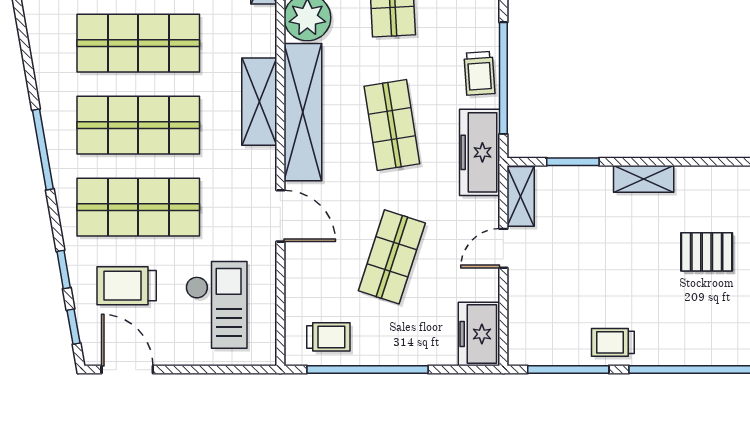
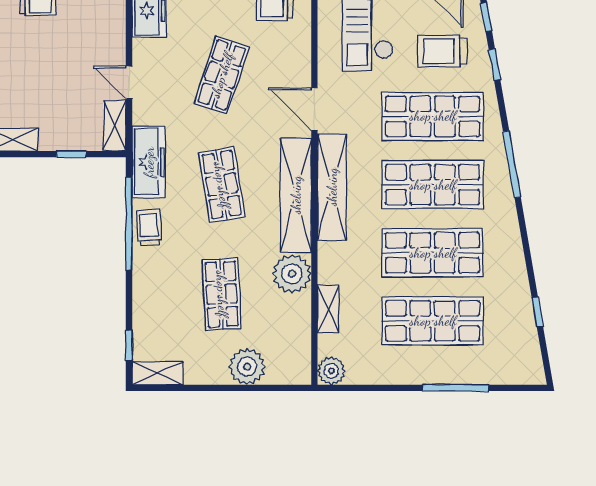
shelving: (259, 102) -> (332, 187), width x1.47
window: (573, 162) -> (71, 154), width x0.67
door: (503, 248) -> (129, 82), swing flipped
trolley: (127, 286) -> (442, 51), turned 180

